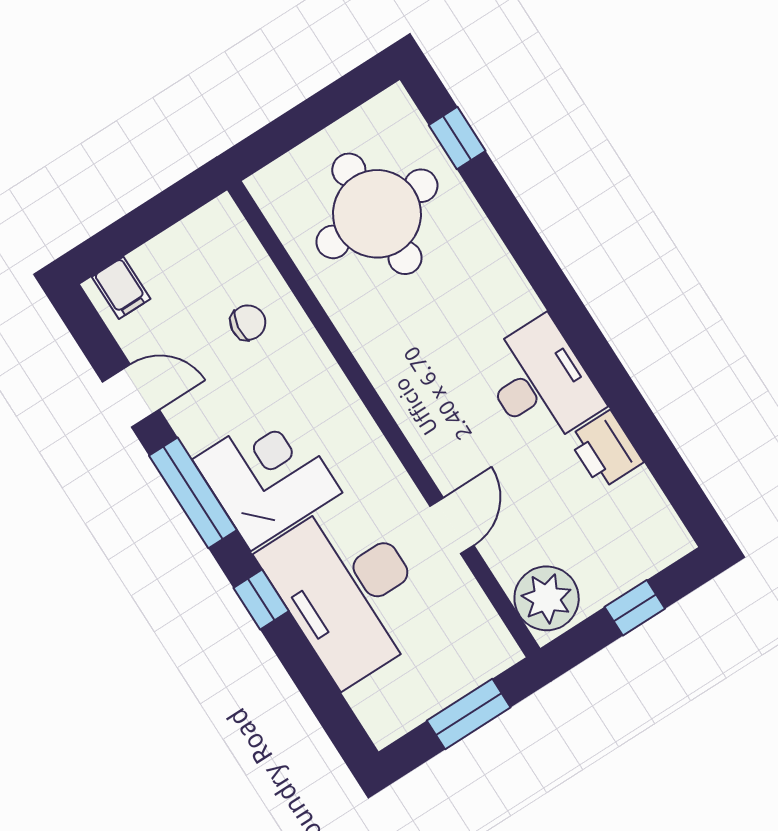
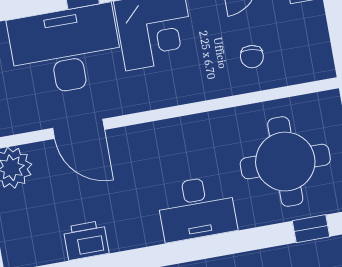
desk: (540, 383) -> (197, 208), moved
door: (452, 526) -> (79, 129), width x1.38

